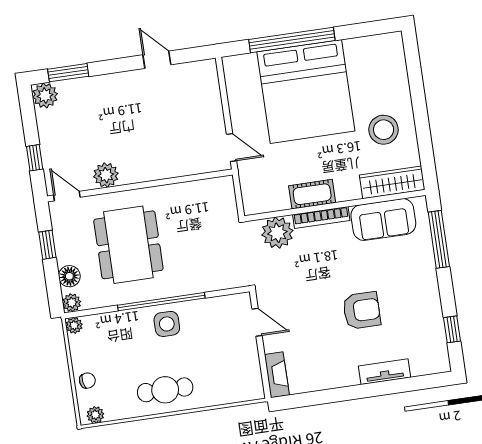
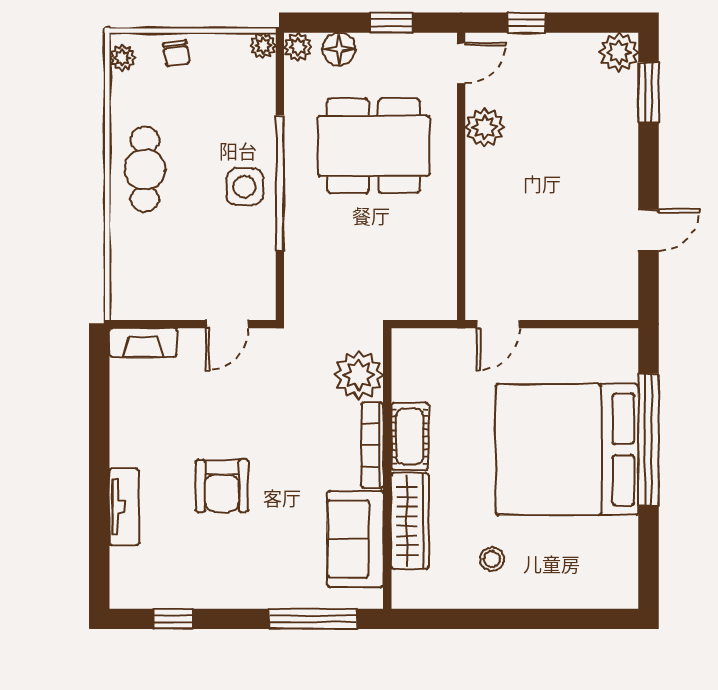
stool: (384, 130) -> (492, 559), width x0.53, depth x0.53
wardrobe: (392, 182) -> (410, 521), moved

